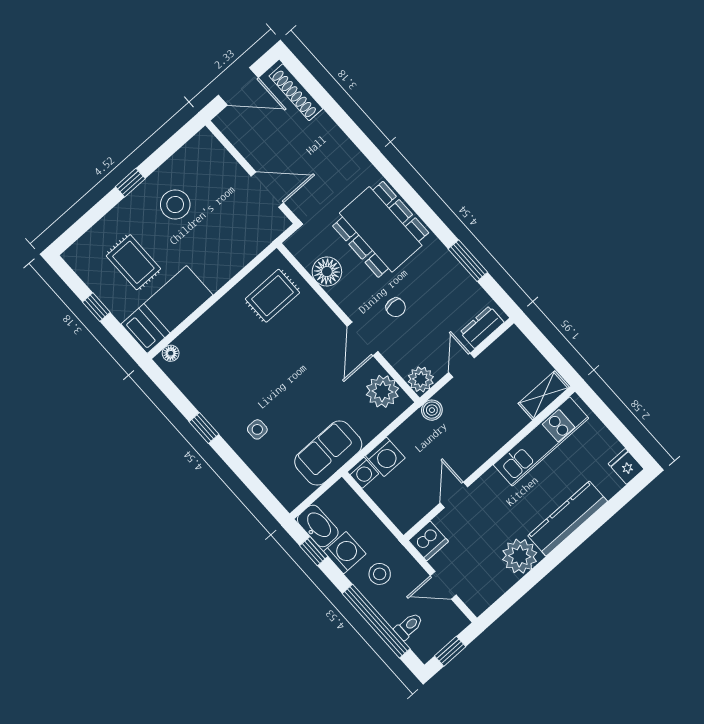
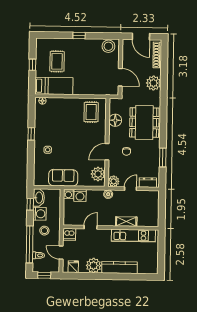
plant: (334, 147) -> (153, 83), added
stool: (175, 204) -> (108, 46), moved
rug: (272, 296) -> (91, 112), turned 90
shelving: (544, 395) -> (126, 222), moved
fridge: (626, 466) -> (73, 267), moved

